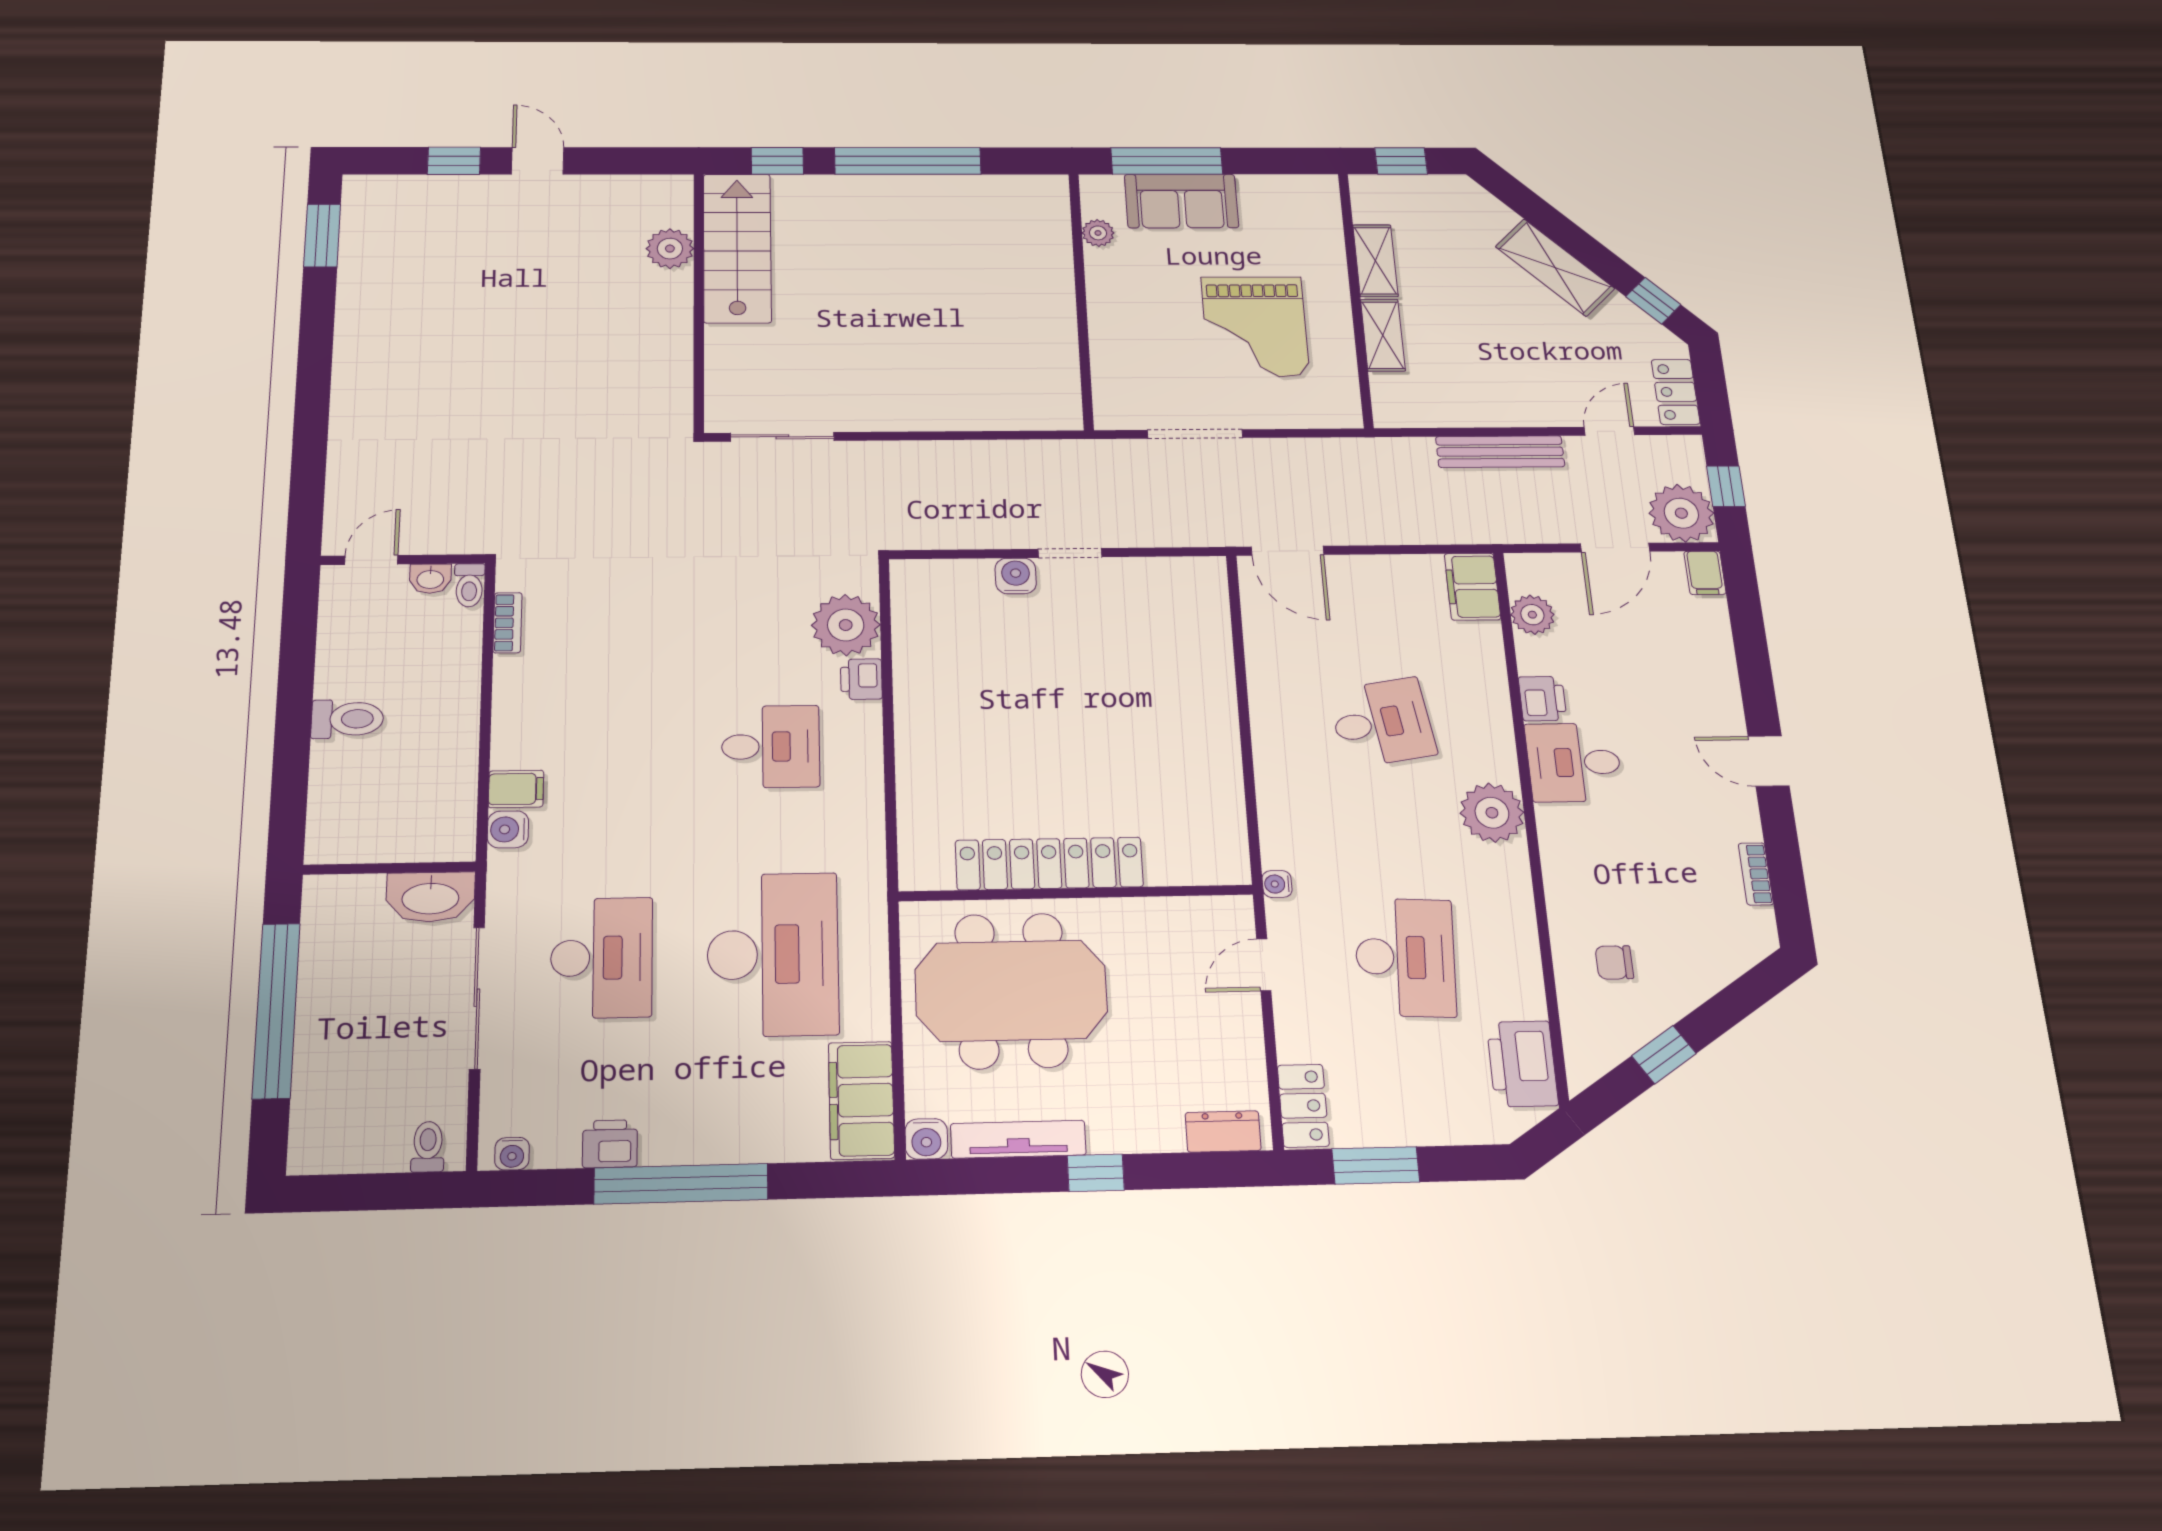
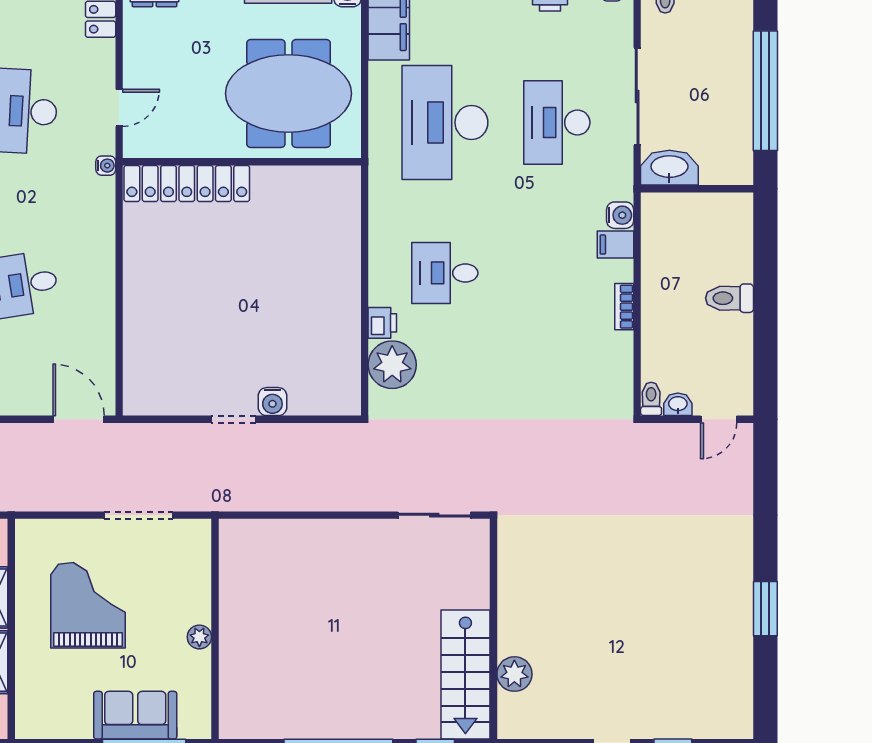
plant: (1098, 233) -> (199, 637), moved
window: (322, 236) -> (765, 609), moved
bookcase: (507, 623) -> (624, 307), moved
locker: (1049, 863) -> (187, 184), moved

